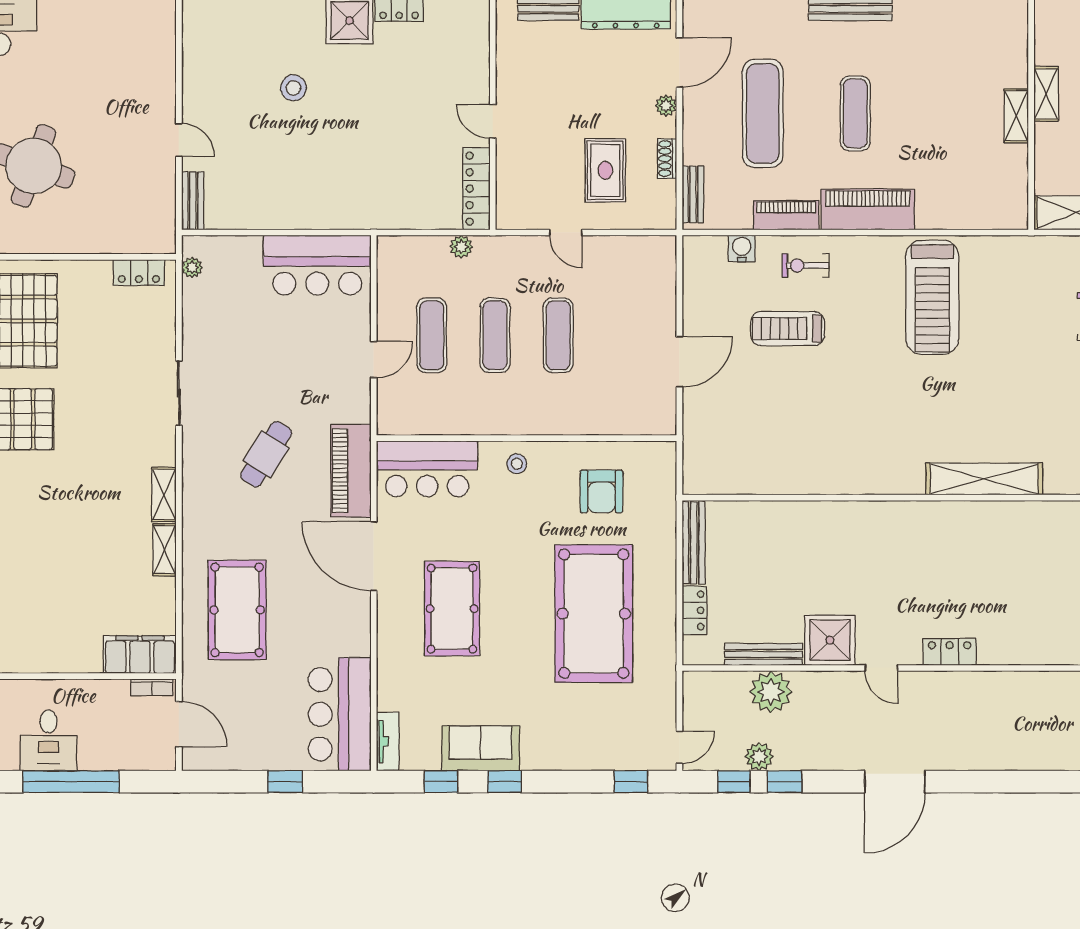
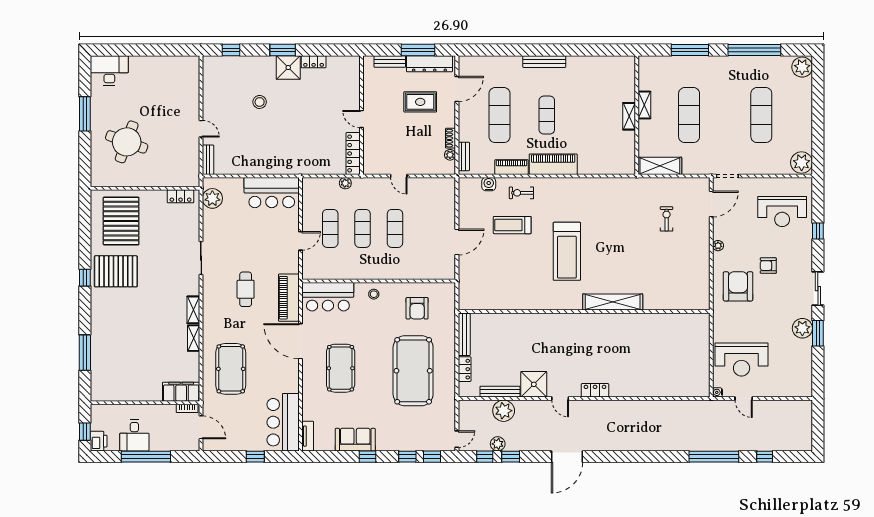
plant: (666, 106) -> (450, 155), moved
rug: (605, 170) -> (420, 102), moved, turned 90
plant: (192, 267) -> (212, 198), width x1.88, depth x1.88
treadmill: (932, 297) -> (567, 251), moved
cafe table: (266, 454) -> (246, 289), turned -32
window: (441, 782) -> (407, 457), moved

